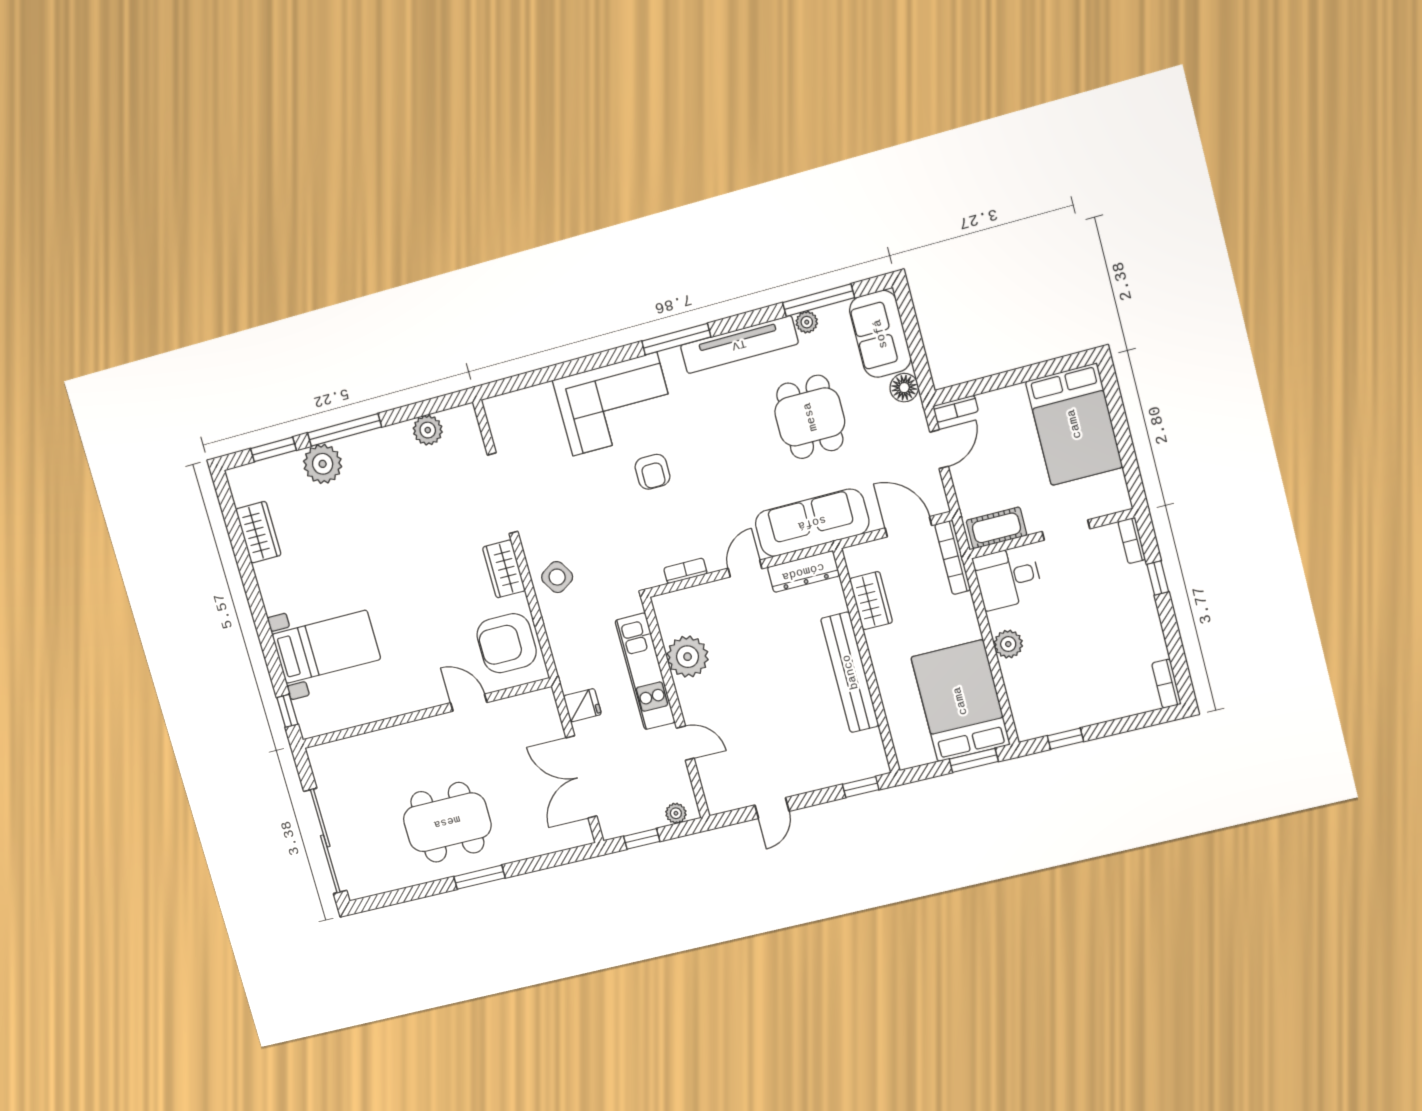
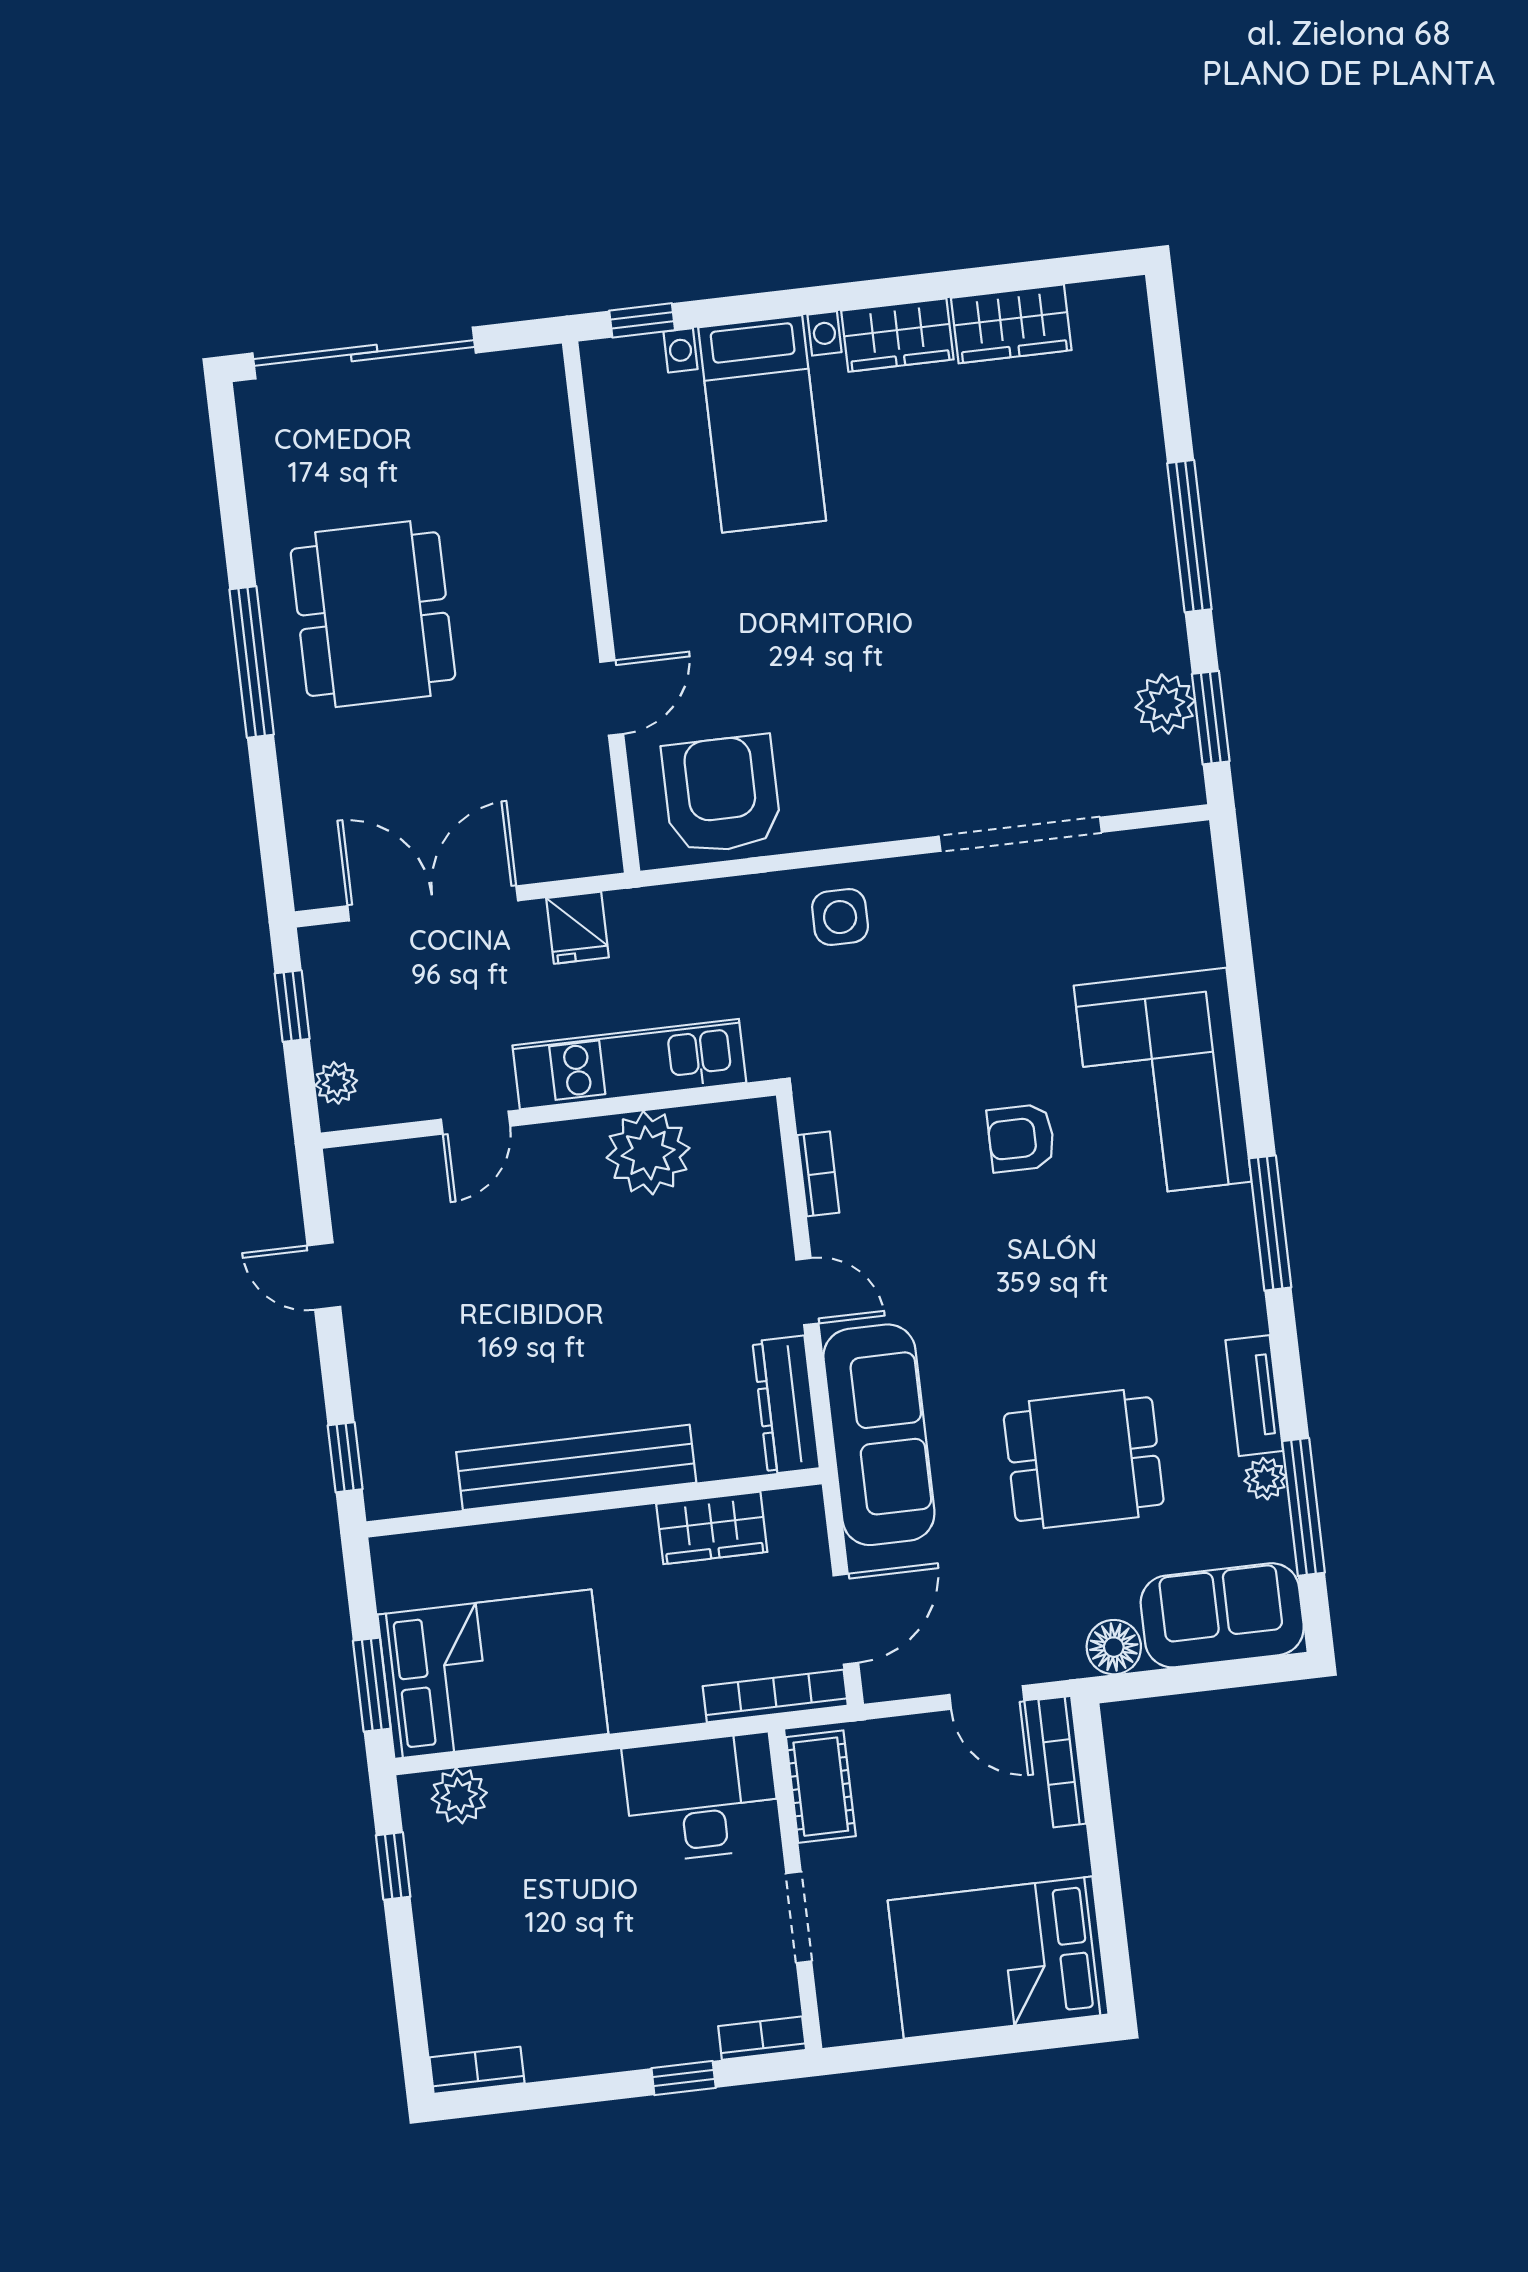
tv unit: (739, 345) -> (1254, 1396), width x0.52, depth x0.78
bookcase: (955, 409) -> (1062, 1762), width x1.56
window: (273, 449) -> (1211, 718), moved
plant: (323, 464) -> (1129, 480), removed
wardrobe: (504, 569) -> (897, 335), moved, turned 180
side table: (557, 577) -> (840, 917), turned 32
desk: (1008, 578) -> (702, 1798), width x1.37
plant: (1008, 644) -> (459, 1796), moved
window: (479, 877) -> (252, 662), width x1.44

